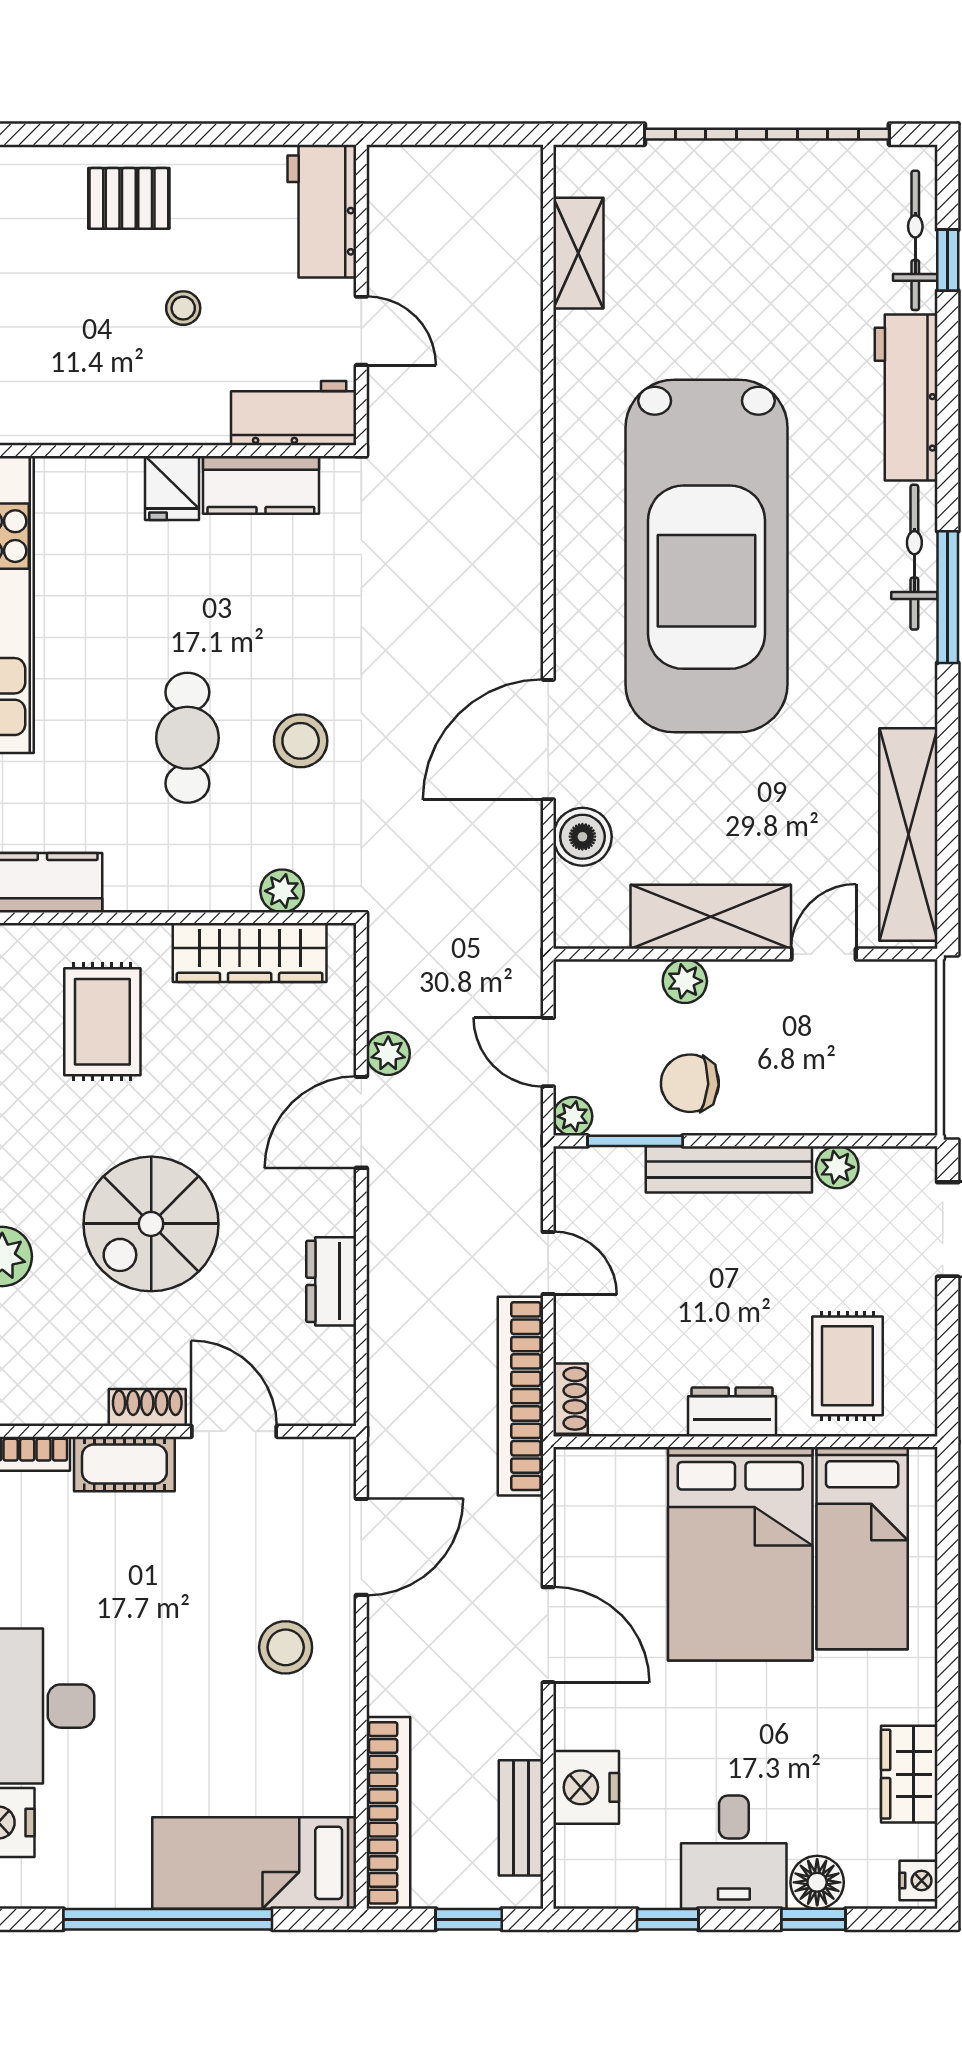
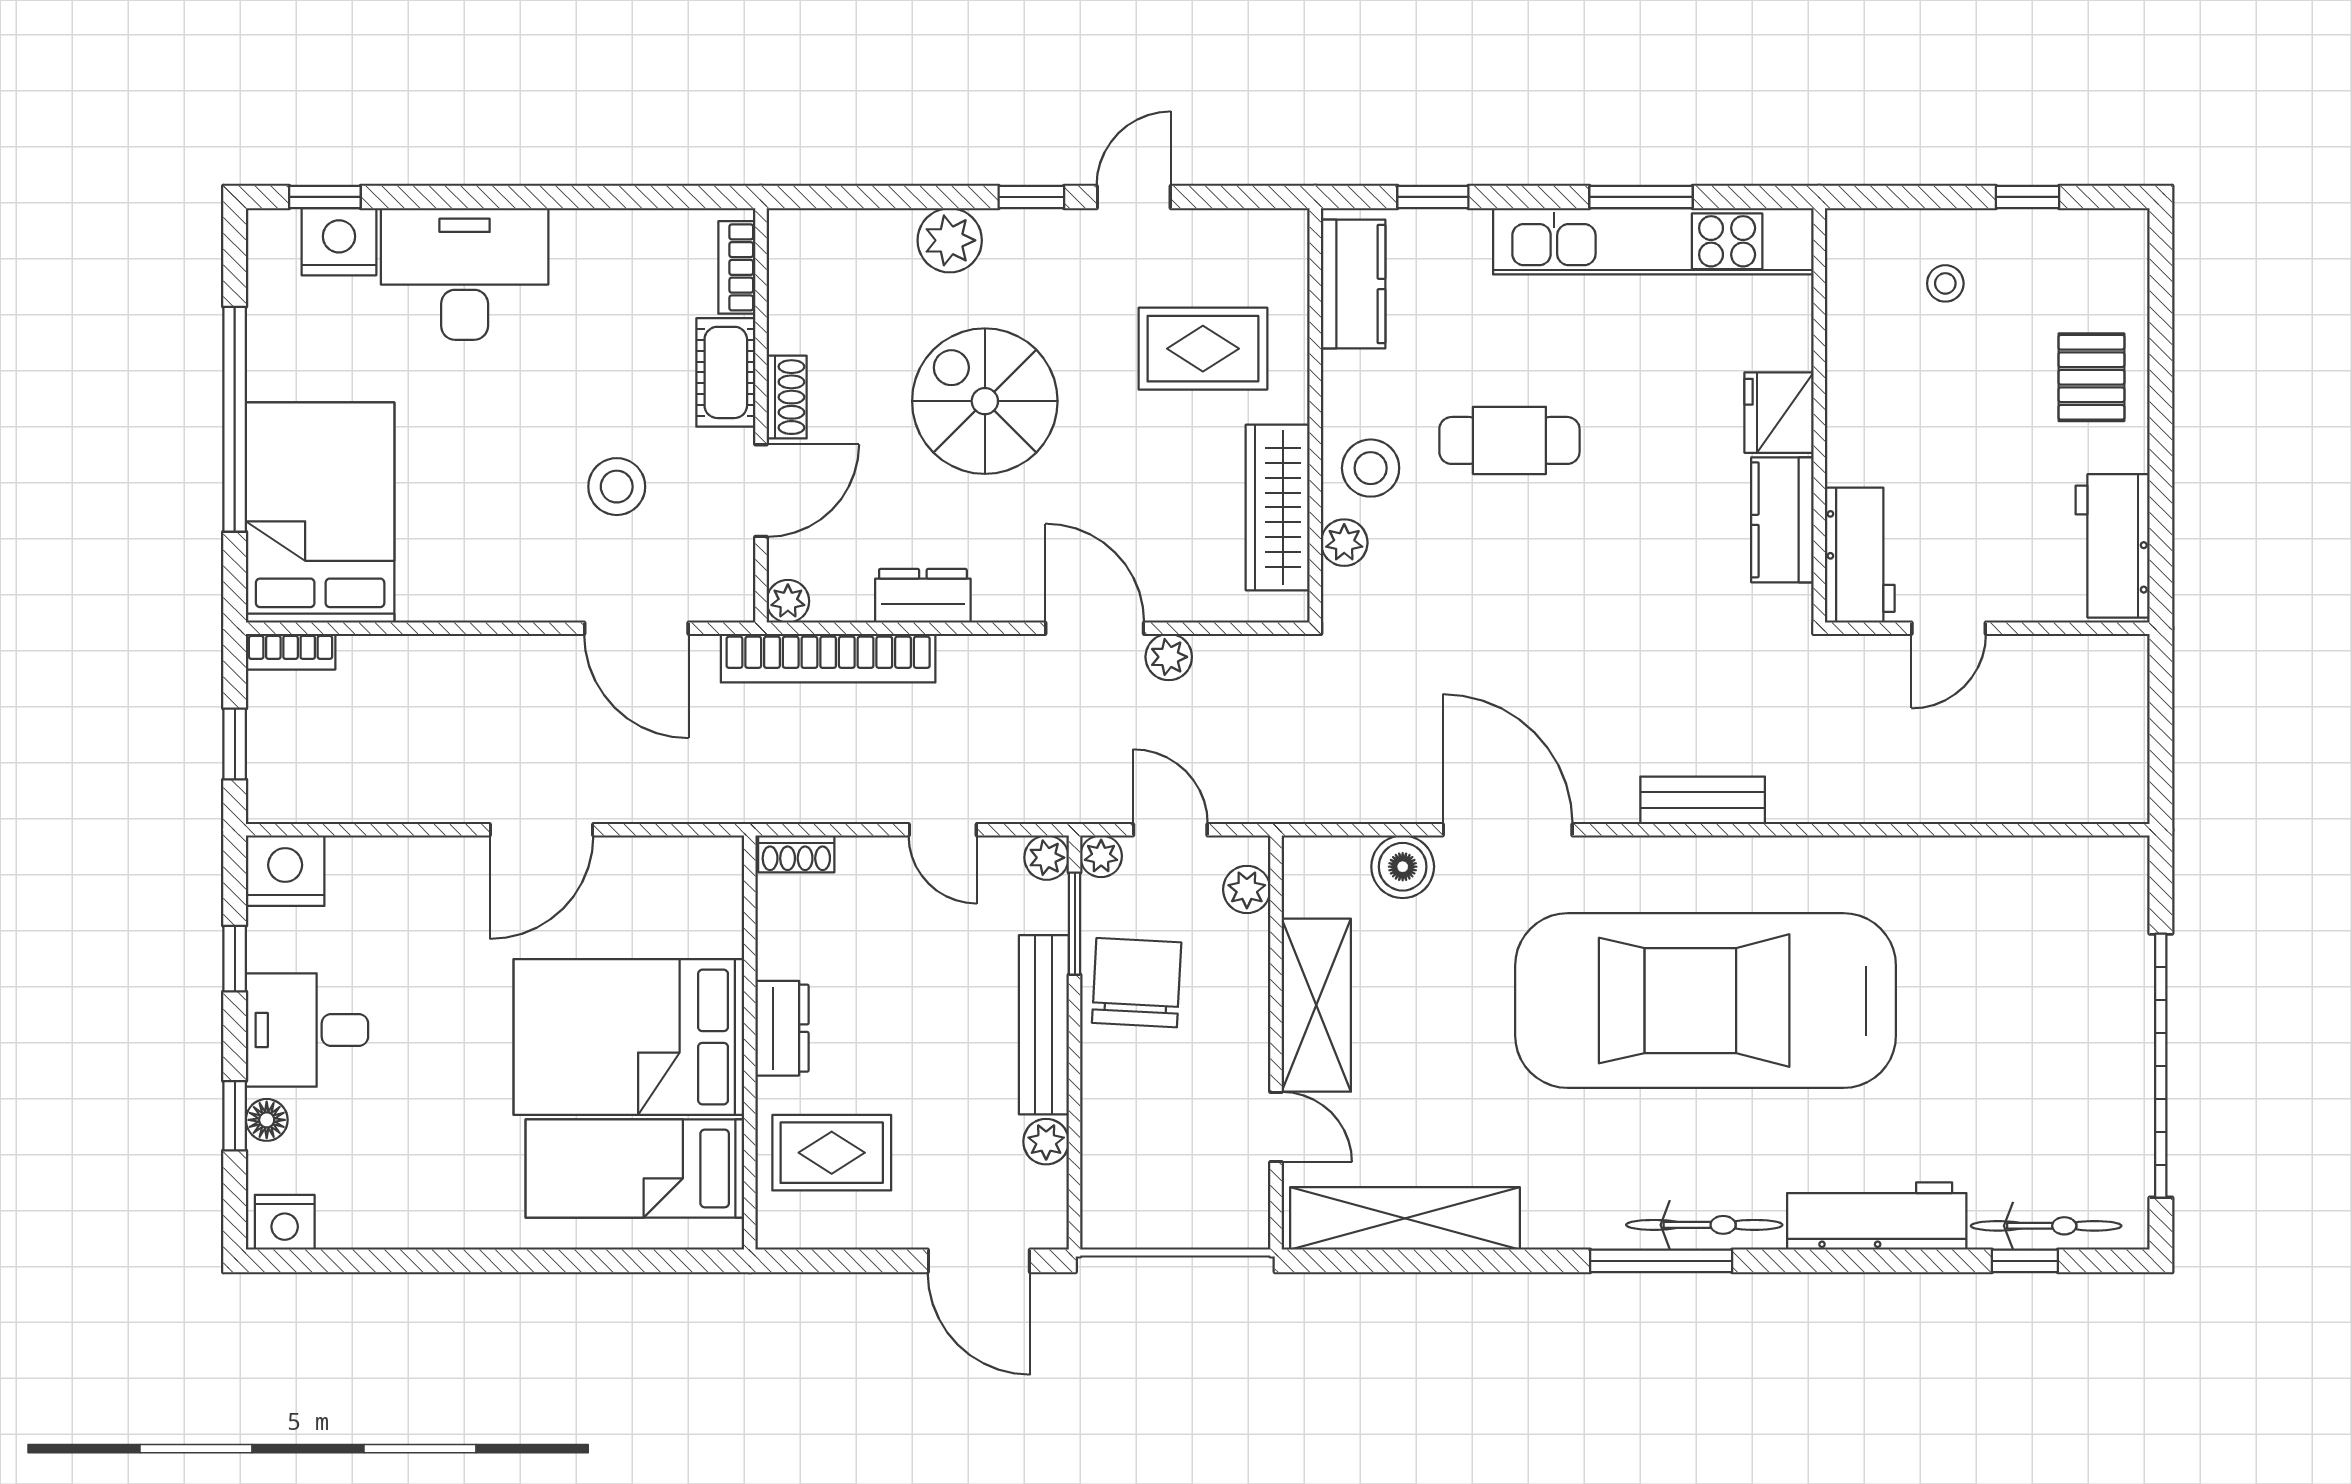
workbench: (322, 211) -> (2113, 546), moved, turned -90
shelving: (578, 253) -> (2032, 862), removed
stool: (183, 308) -> (1945, 283), moved
fridge: (172, 488) -> (1779, 413), width x1.38
stool: (301, 741) -> (1371, 468), moved
plant: (685, 981) -> (1247, 889), moved
door: (548, 1052) -> (1170, 830), hinge flipped
chair: (690, 1083) -> (1137, 983), width x1.37, depth x1.37
plant: (574, 1167) -> (1047, 858), added
door: (548, 1263) -> (943, 830), hinge flipped
bookcase: (520, 1396) -> (828, 658), moved, turned 180
plant: (336, 1406) -> (788, 601), added
stool: (286, 1647) -> (617, 487), moved
wardrobe: (909, 1774) -> (391, 1219), removed
nightstand: (586, 1787) -> (285, 871), moved
bookcase: (388, 1813) -> (291, 652), width x0.43, depth x0.76
bench: (521, 1818) -> (1703, 800), moved
bed: (254, 1863) -> (320, 513), width x1.50
nightstand: (919, 1881) -> (285, 1222), width x1.39, depth x1.35
floor lamp: (817, 1882) -> (267, 1120), width x0.73, depth x0.73

